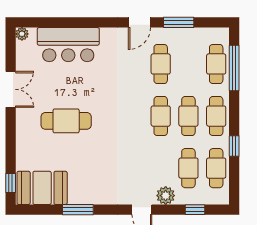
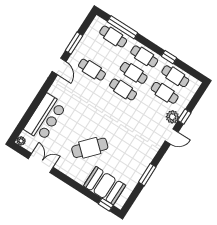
double door: (11, 89) -> (41, 163), moved
cafe table: (66, 121) -> (90, 148), turned 42
booth: (42, 188) -> (105, 186), moved, turned 90
window: (195, 210) -> (184, 117), moved

